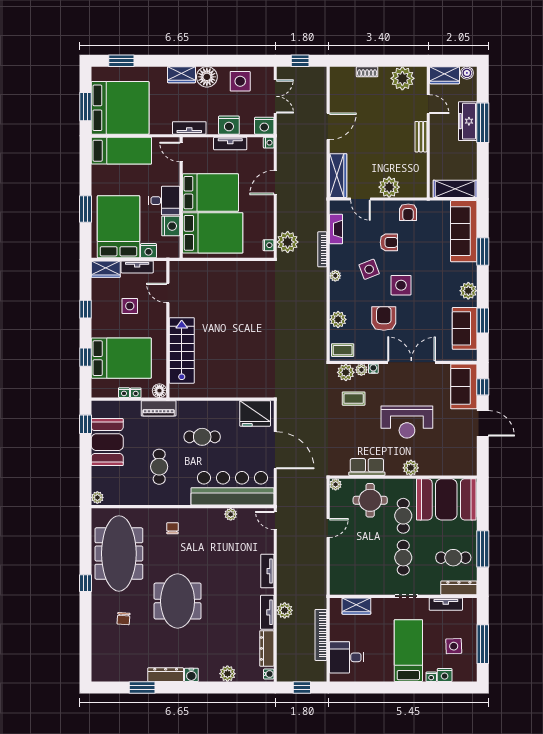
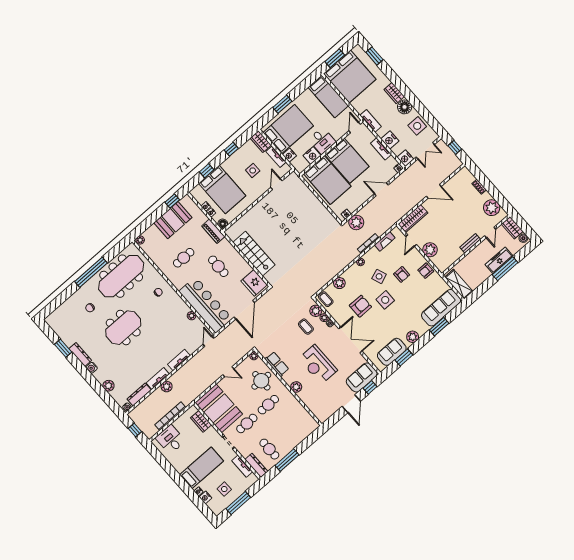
stairs: (182, 350) -> (254, 254), moved, turned -90
booth: (446, 499) -> (219, 408), moved
window: (85, 583) -> (91, 272), width x3.17

